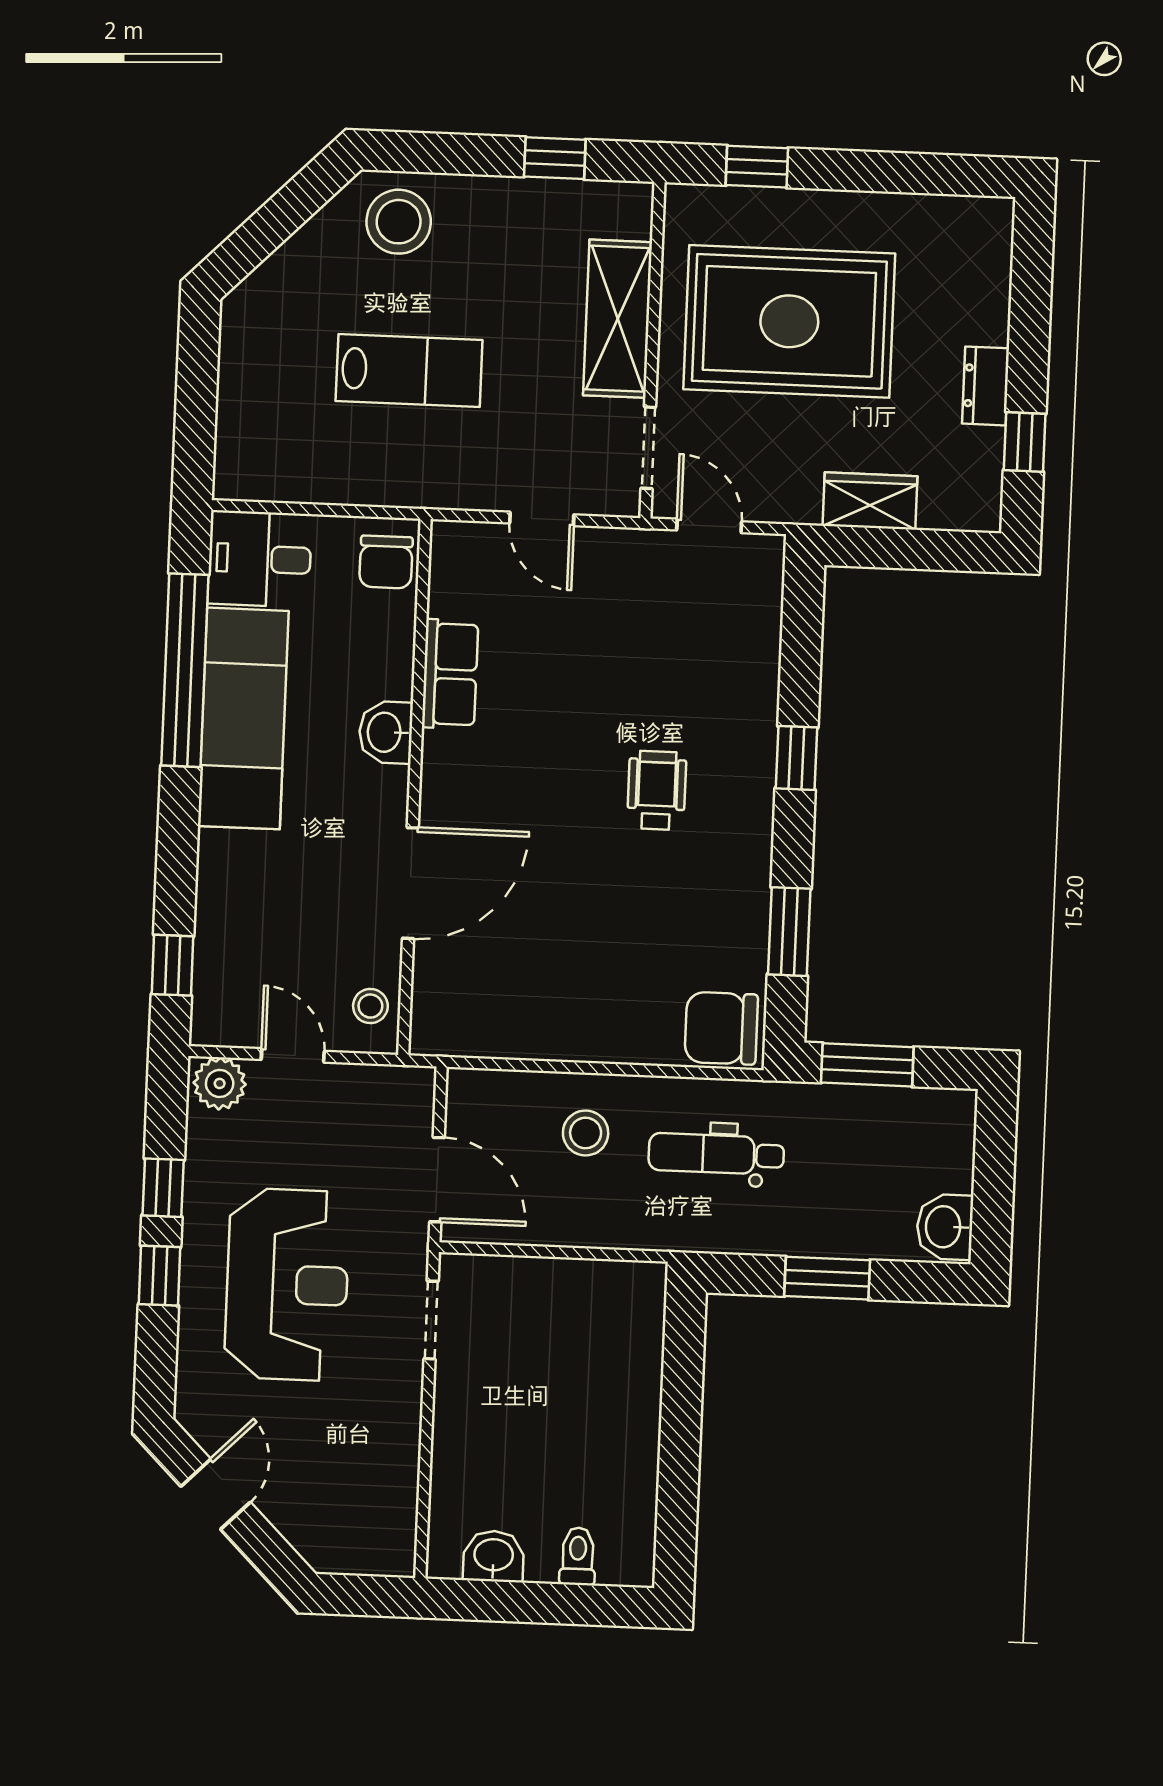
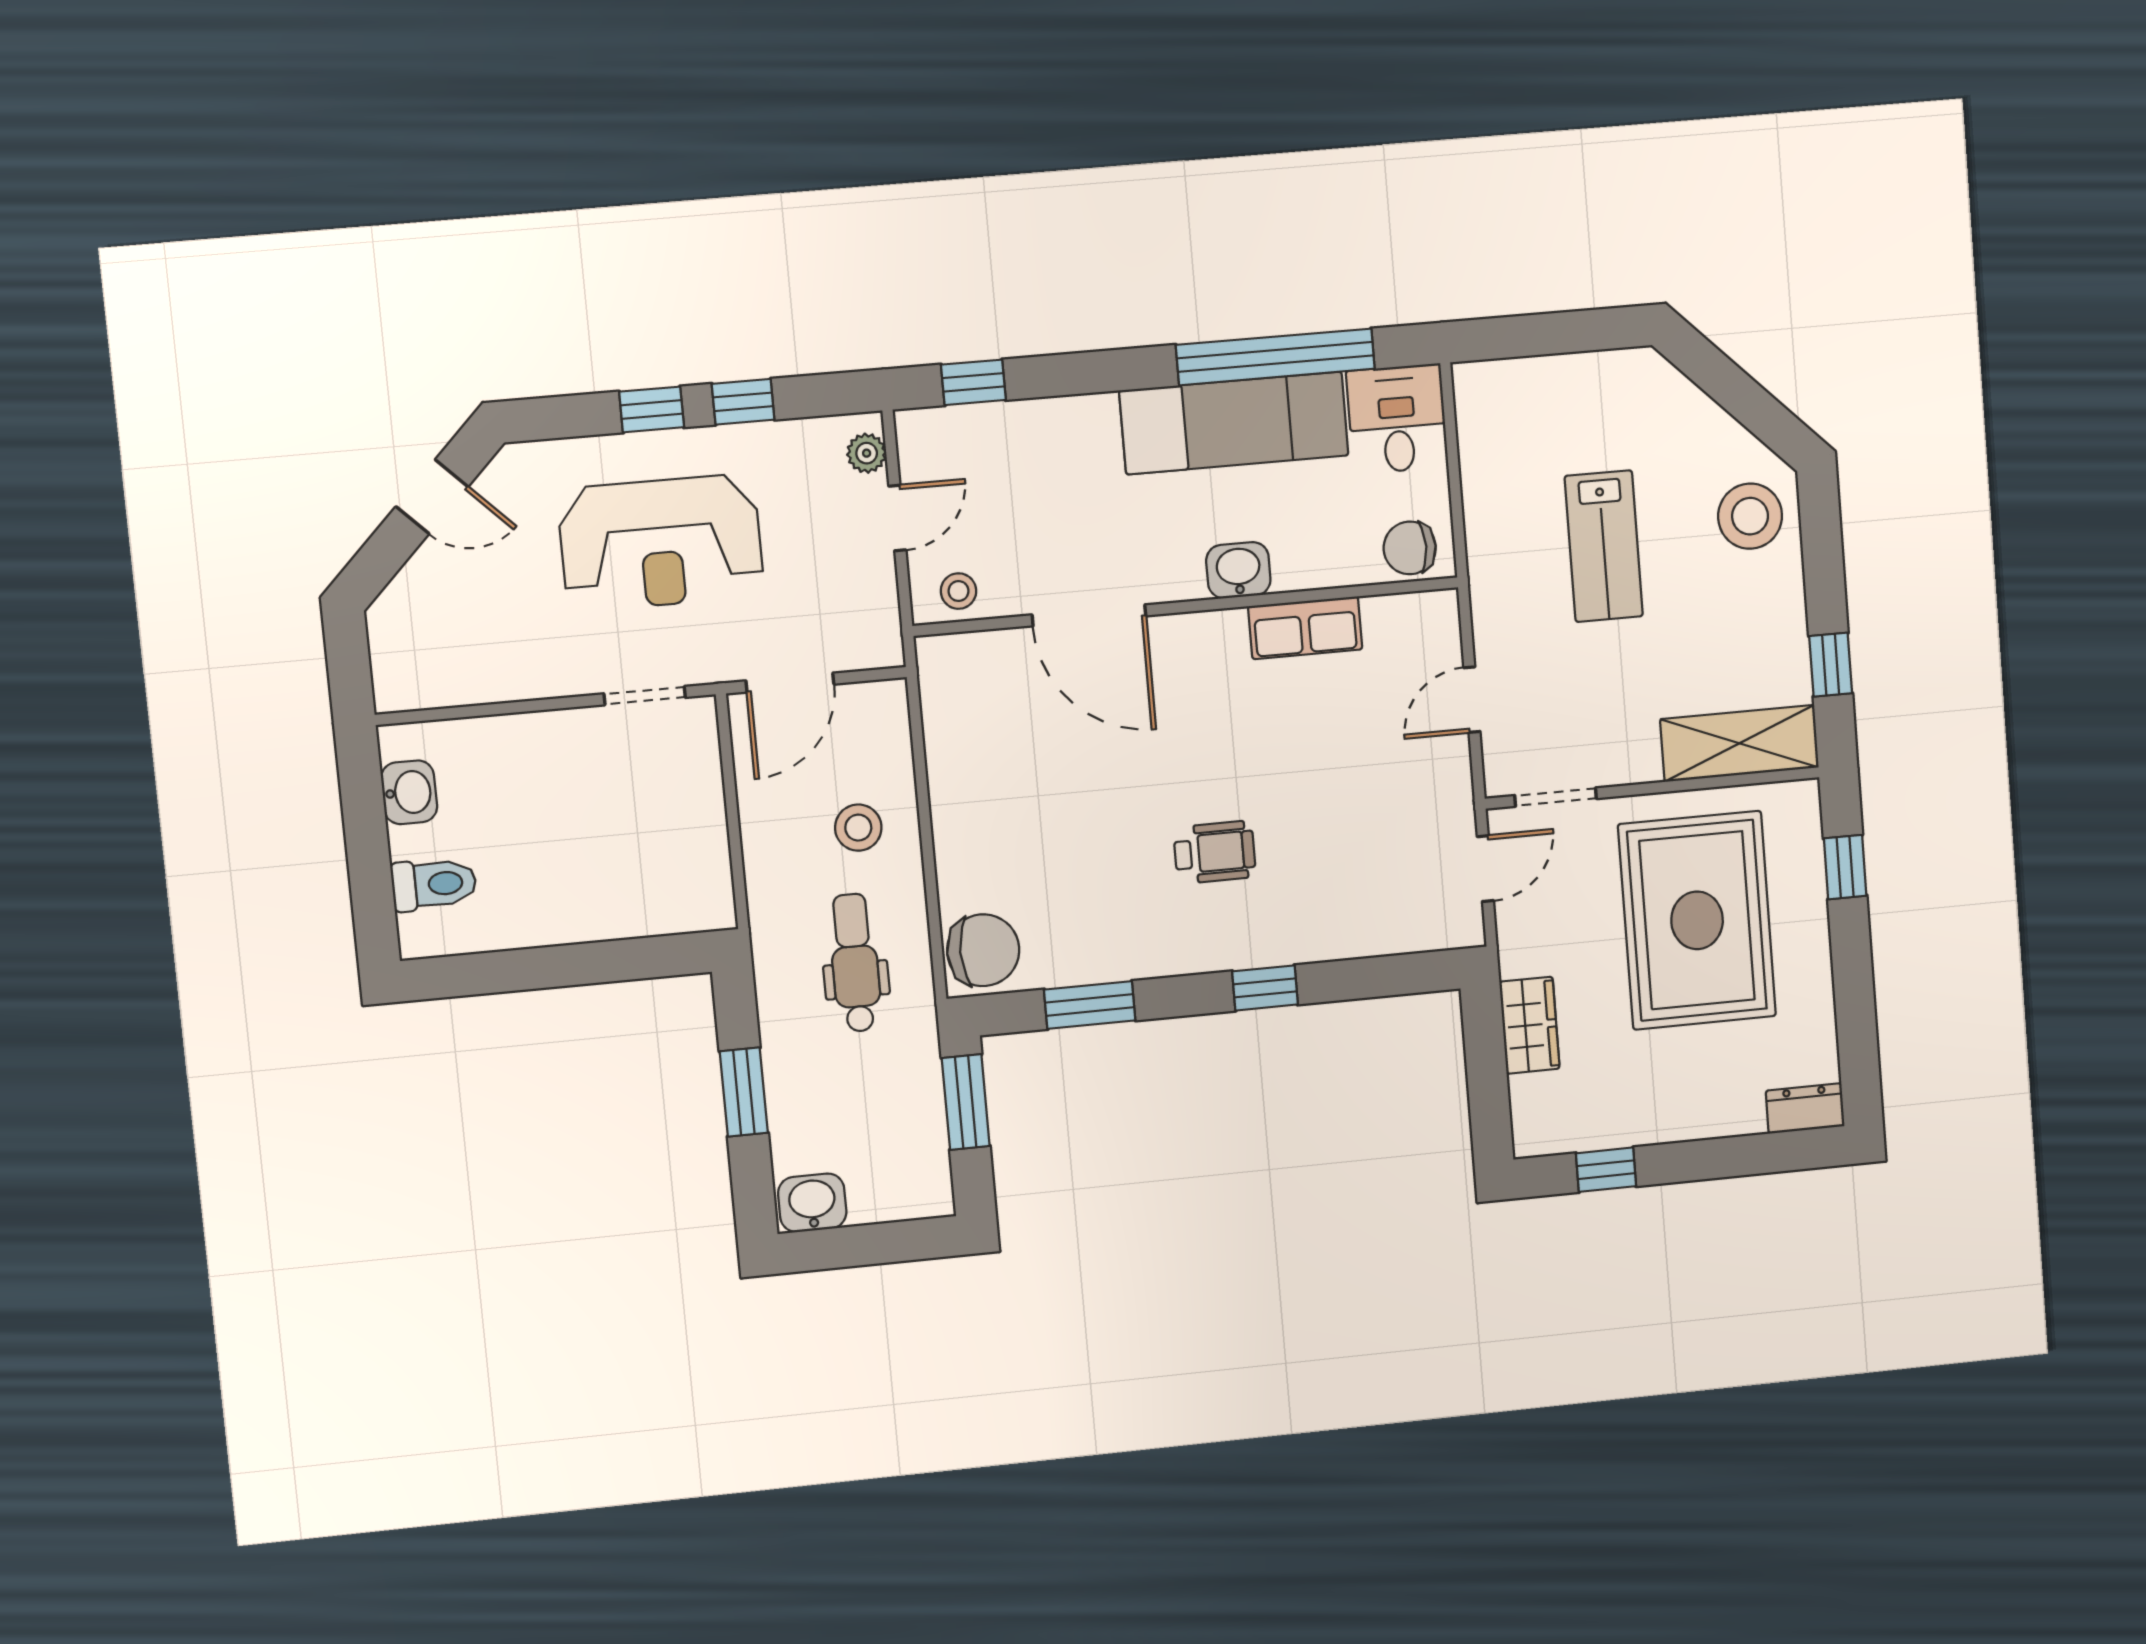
shelving: (618, 319) -> (1739, 743), moved
dresser: (986, 386) -> (1805, 1108), moved
chair: (721, 1028) -> (983, 950), turned 90
plant: (220, 1083) -> (867, 453), width x0.73, depth x0.73
toilet: (578, 1556) -> (434, 884), width x1.37, depth x1.39

